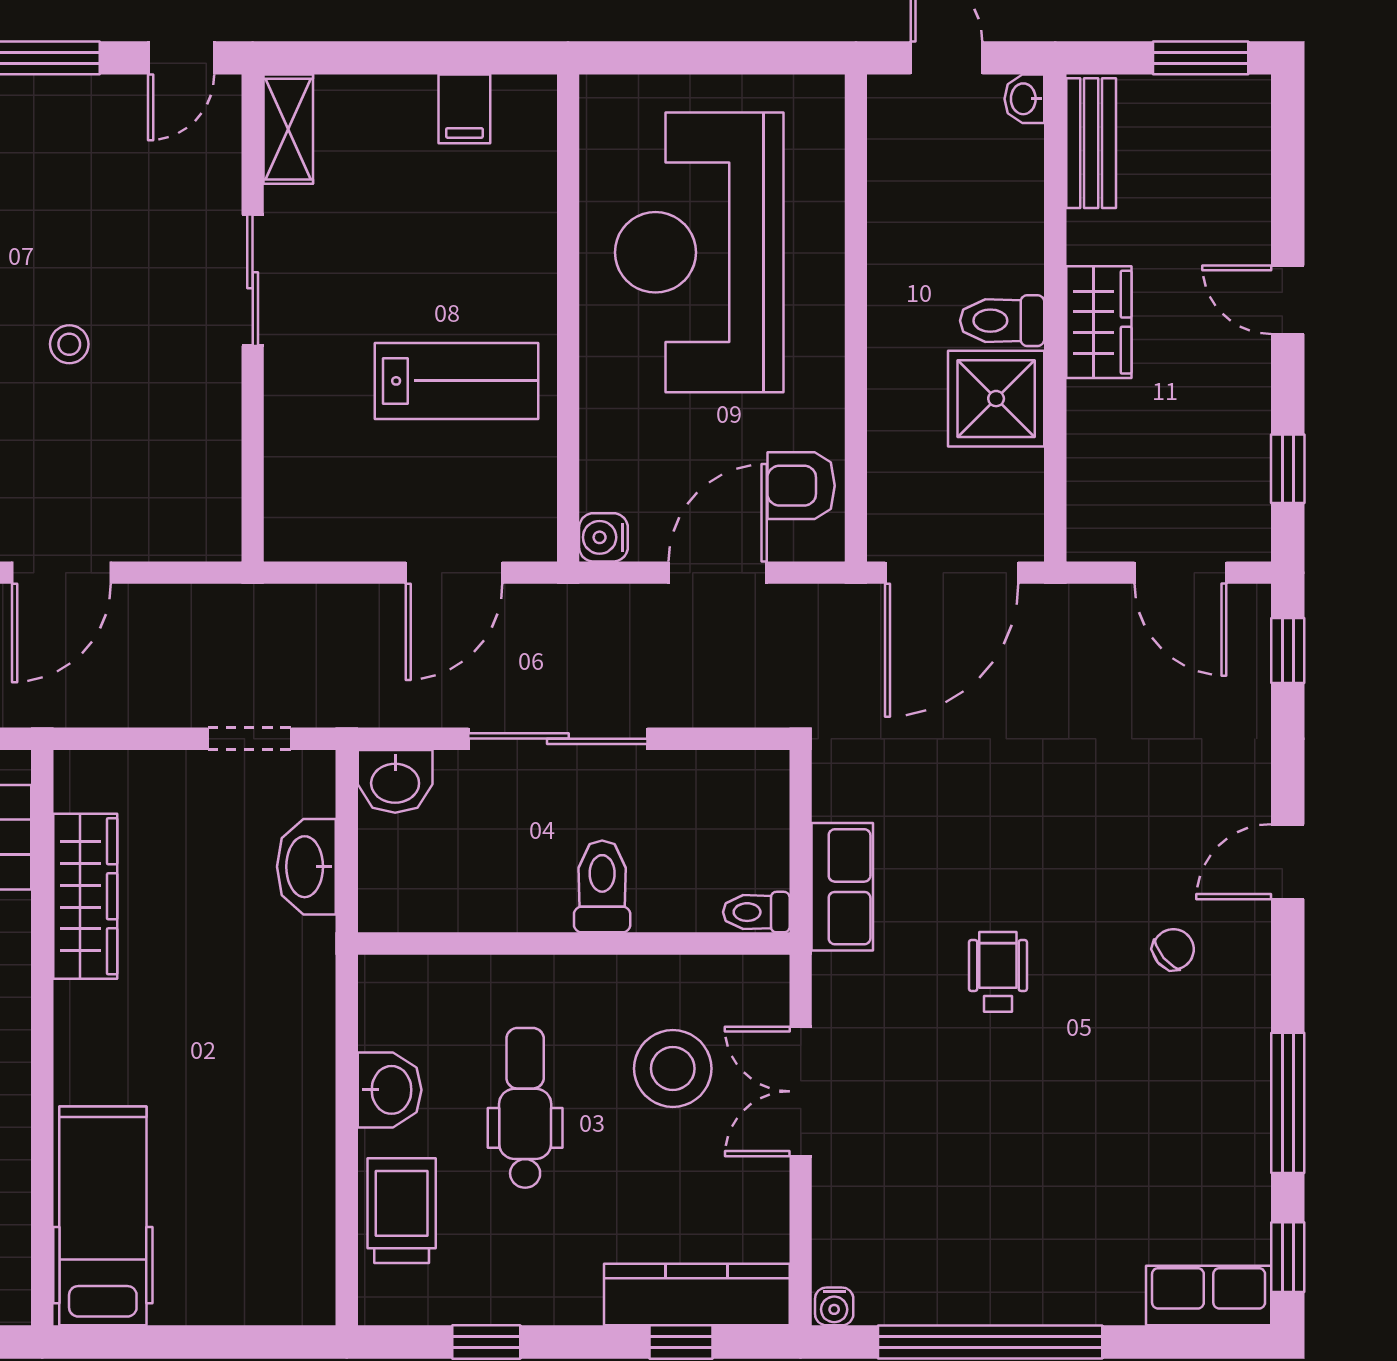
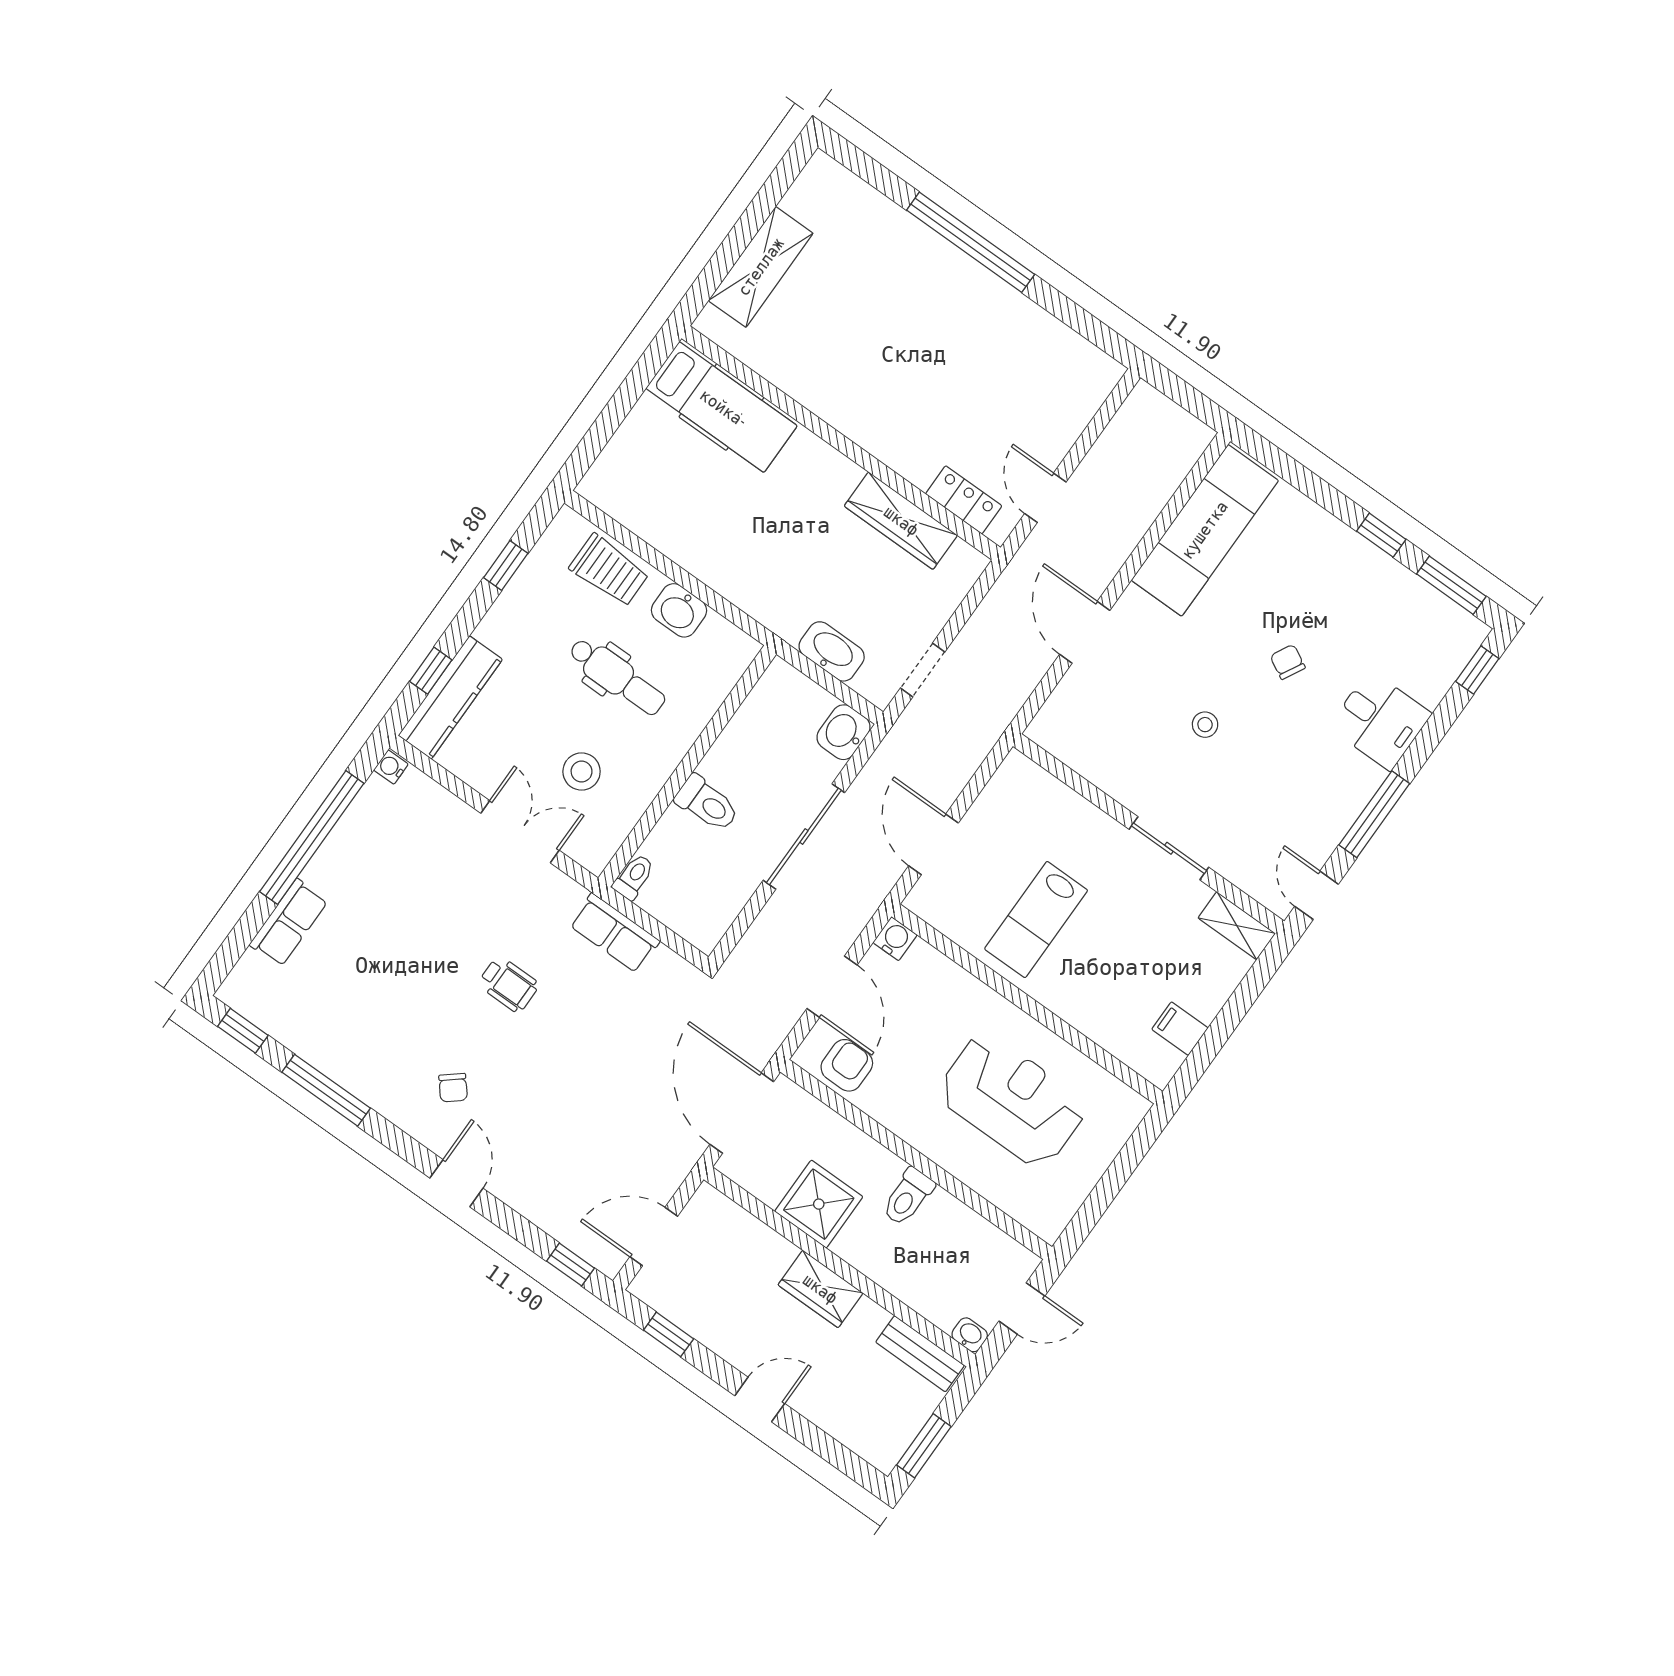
reception desk: (699, 252) -> (1012, 1100), width x0.74, depth x0.77
toilet: (1002, 321) -> (908, 1197), moved, turned 180
stool: (673, 1069) -> (582, 772), width x0.73, depth x0.73
row of seats: (1209, 1296) -> (289, 923), moved

